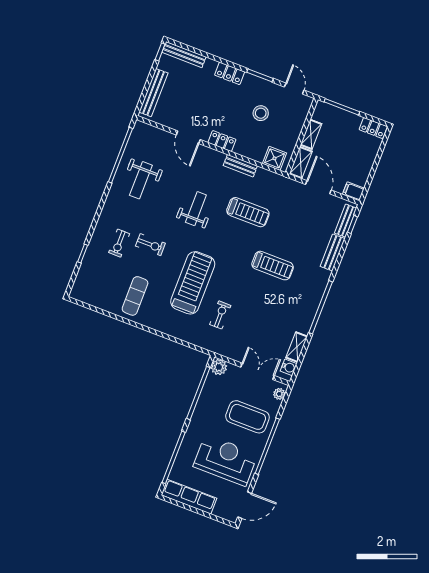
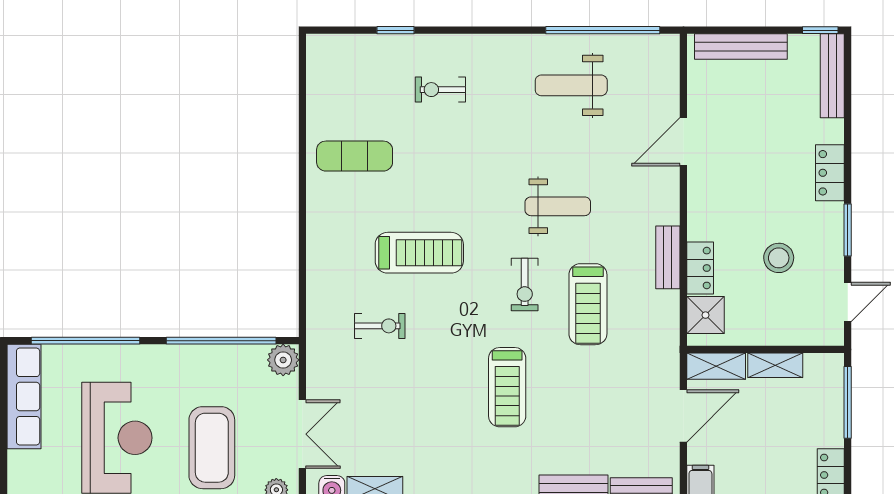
locker: (222, 141) -> (700, 268), moved
exercise bike: (150, 245) -> (525, 285), moved
treadmill: (193, 283) -> (419, 253), width x0.73, depth x0.73

